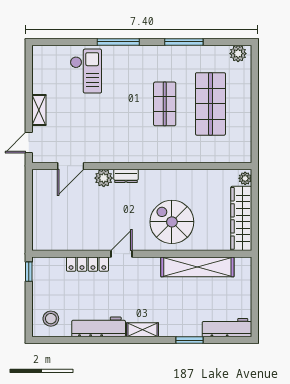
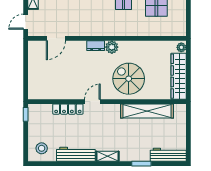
plant: (104, 178) -> (112, 47), moved

